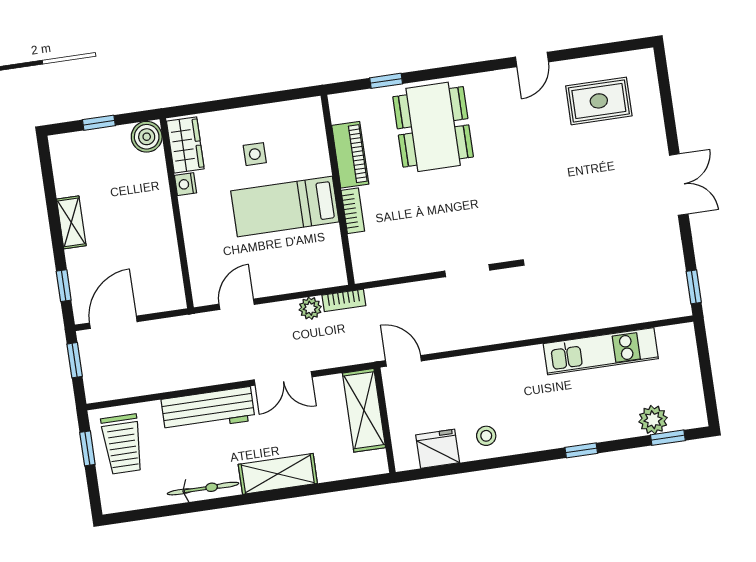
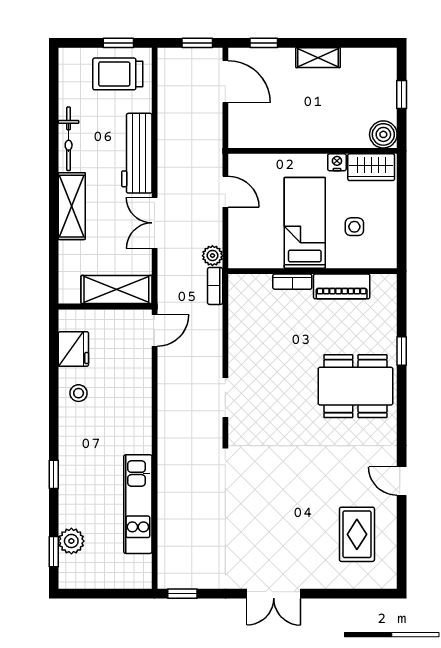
piano: (350, 155) -> (342, 286), moved
wall: (338, 190) -> (313, 271), moved
bed: (285, 206) -> (305, 223), moved
bookcase: (353, 211) -> (292, 282), moved

